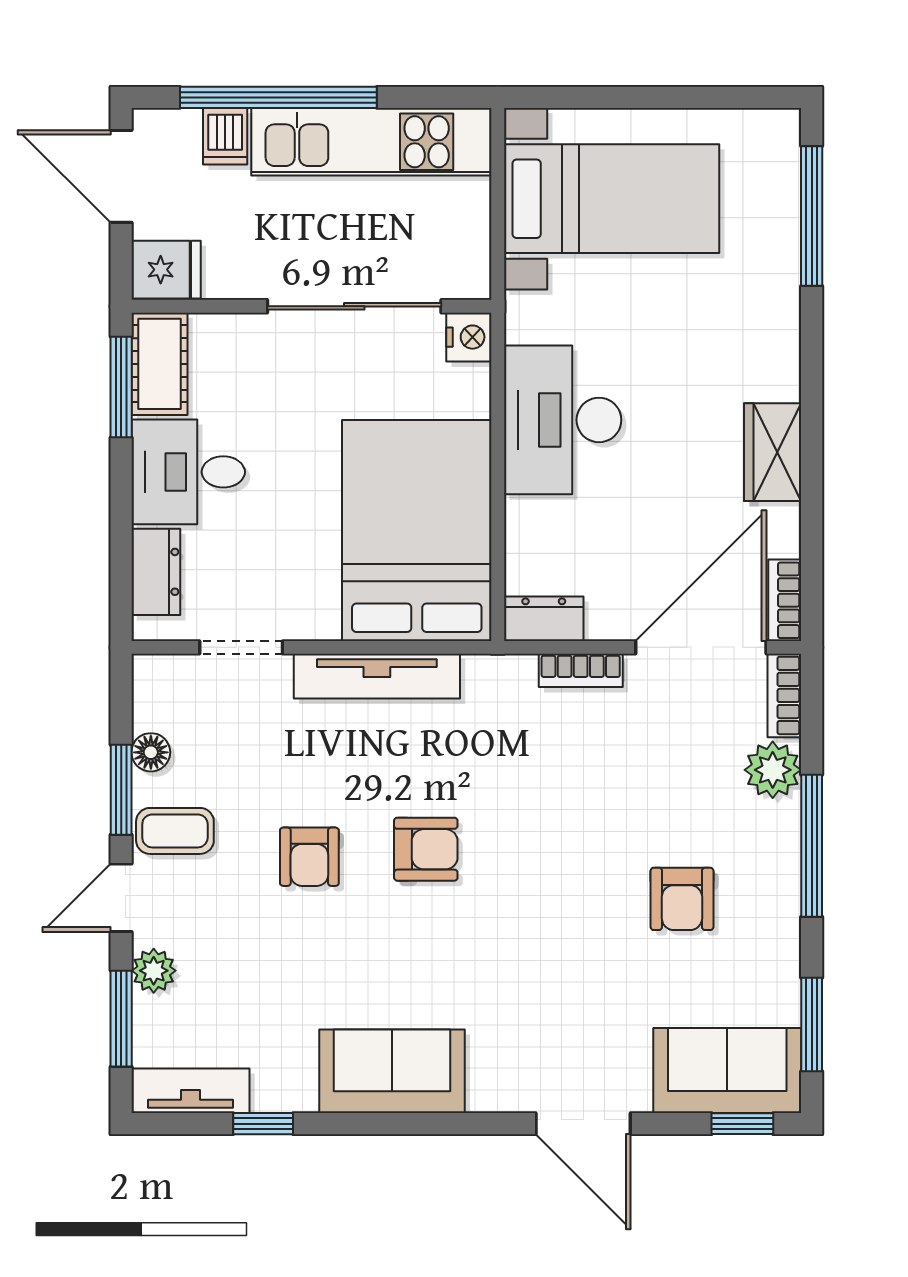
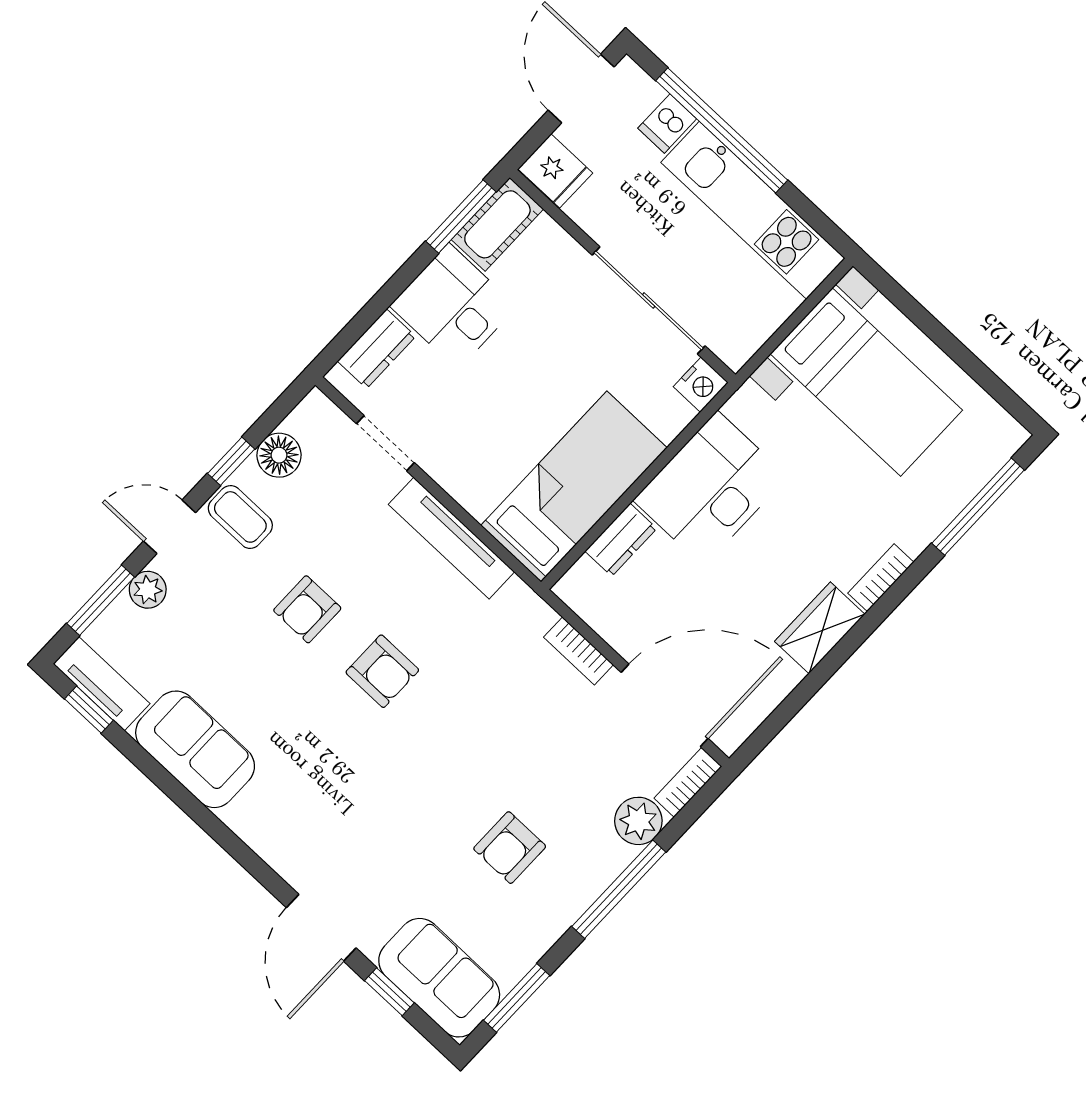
bed: (417, 530) -> (574, 487), width x0.67
bookcase: (785, 600) -> (881, 578), moved
dresser: (544, 619) -> (621, 540), moved, turned 90
floor lamp: (151, 752) -> (279, 455), width x1.37, depth x1.37
window: (121, 790) -> (231, 461), width x0.67
sofa: (392, 1071) -> (195, 749), moved
window: (263, 1124) -> (89, 710), moved
window: (742, 1124) -> (389, 992), moved

